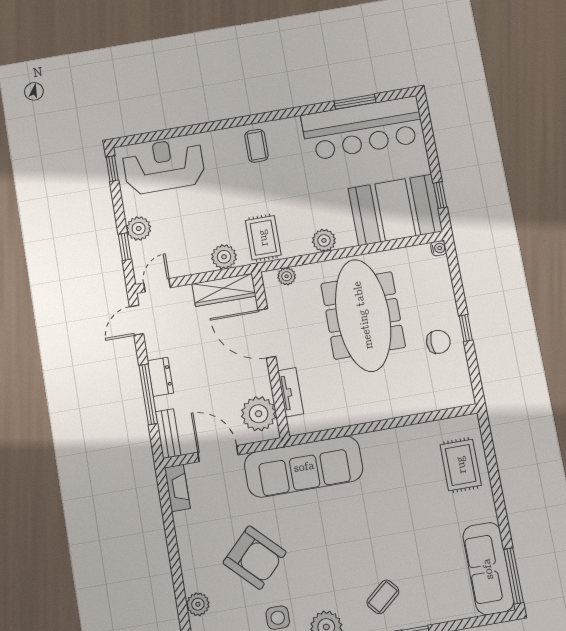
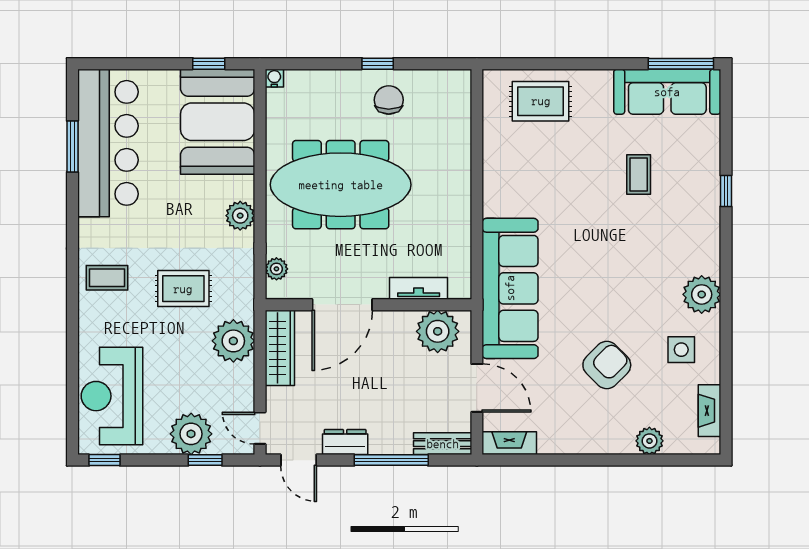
plant: (139, 228) -> (191, 434), width x1.36, depth x1.36
rug: (263, 238) -> (183, 289), moved
plant: (224, 257) -> (233, 341), width x1.36, depth x1.36
dresser: (160, 377) -> (345, 442), moved
door: (218, 454) -> (477, 388), swing flipped
armchair: (255, 557) -> (607, 365), width x0.73, depth x0.73
coffee table: (383, 597) -> (639, 175), moved, turned 40

